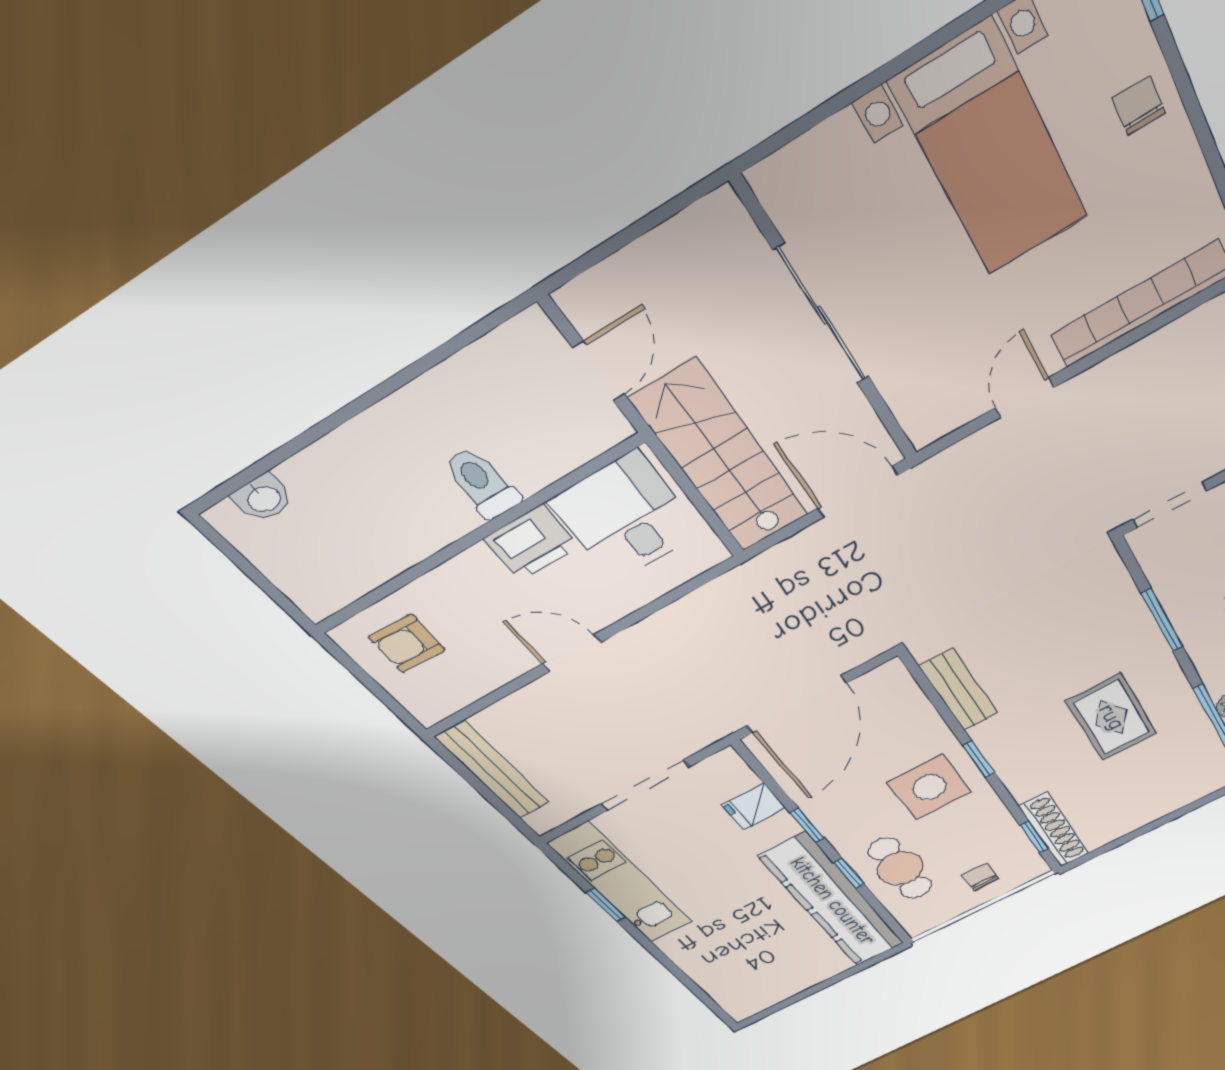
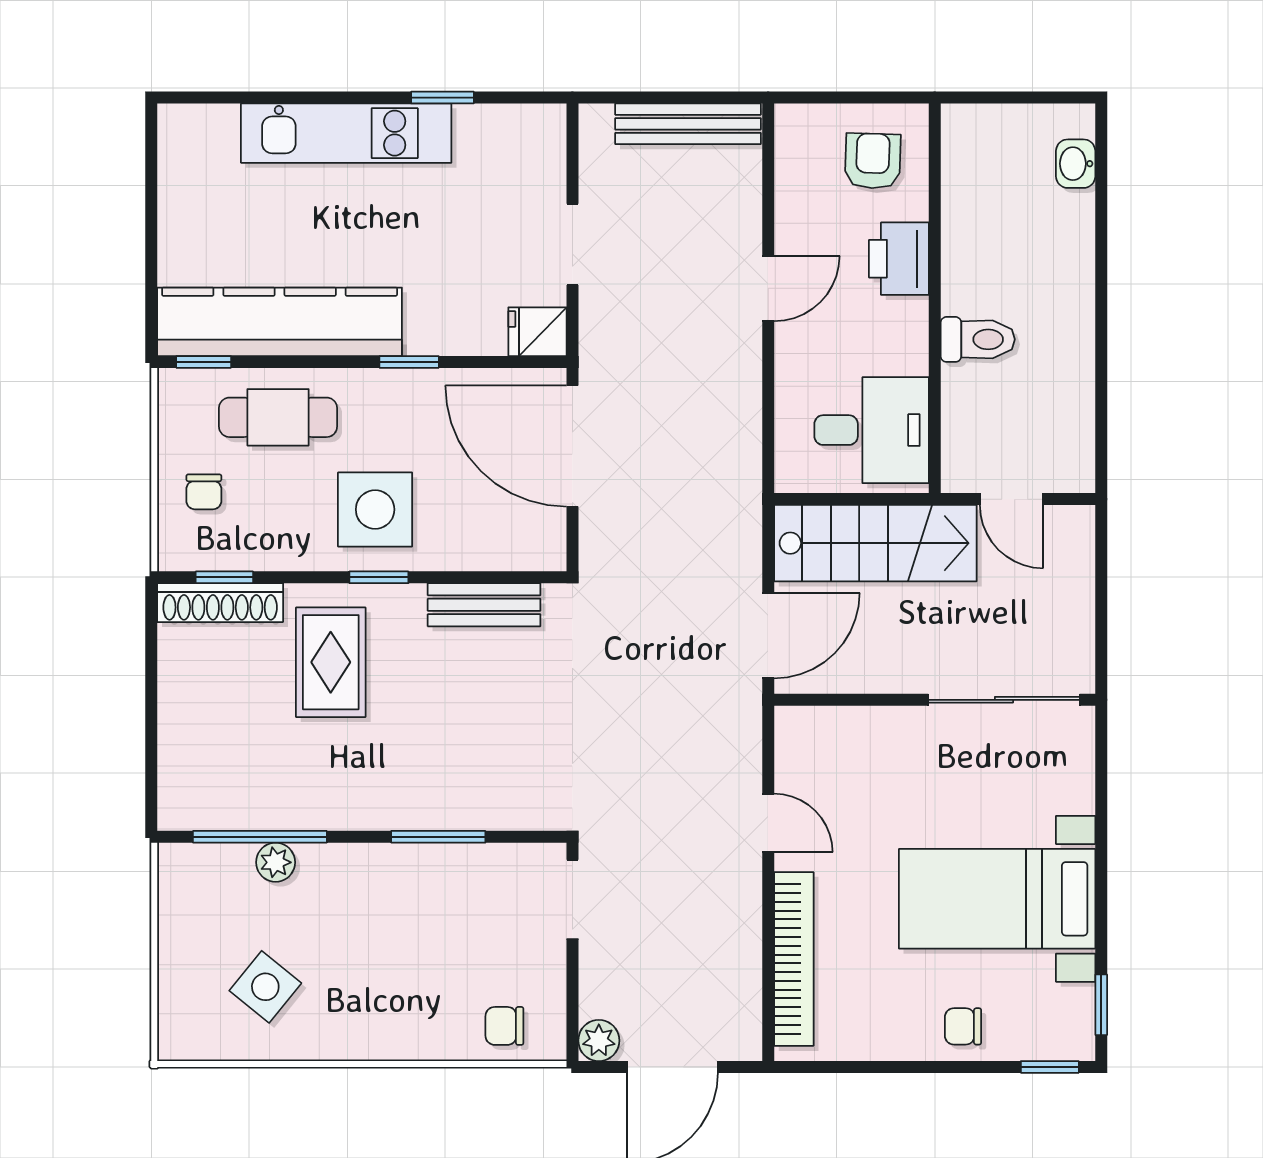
chair: (1139, 106) -> (963, 1026), turned 180
sliding door: (822, 315) -> (1004, 700), moved
printer: (531, 543) -> (899, 259), moved
rug: (1112, 717) -> (331, 662), moved, turned 90
doorway: (645, 786) -> (572, 244), width x0.73
fridge: (754, 807) -> (537, 332), moved, turned -90
window: (849, 874) -> (204, 362), moved
chair: (980, 877) -> (204, 492), turned 90
kitchen unit: (621, 883) -> (346, 133), moved

